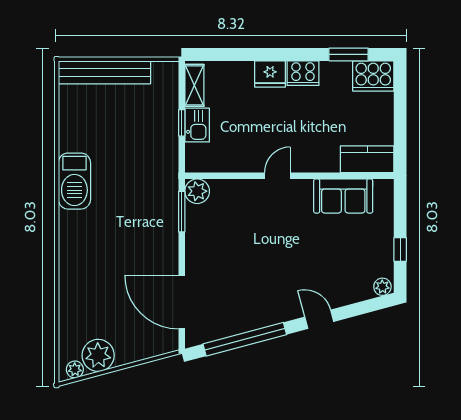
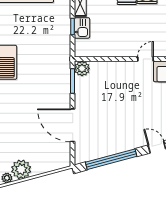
door: (277, 176) -> (145, 59), moved
door: (182, 302) -> (73, 125), moved

